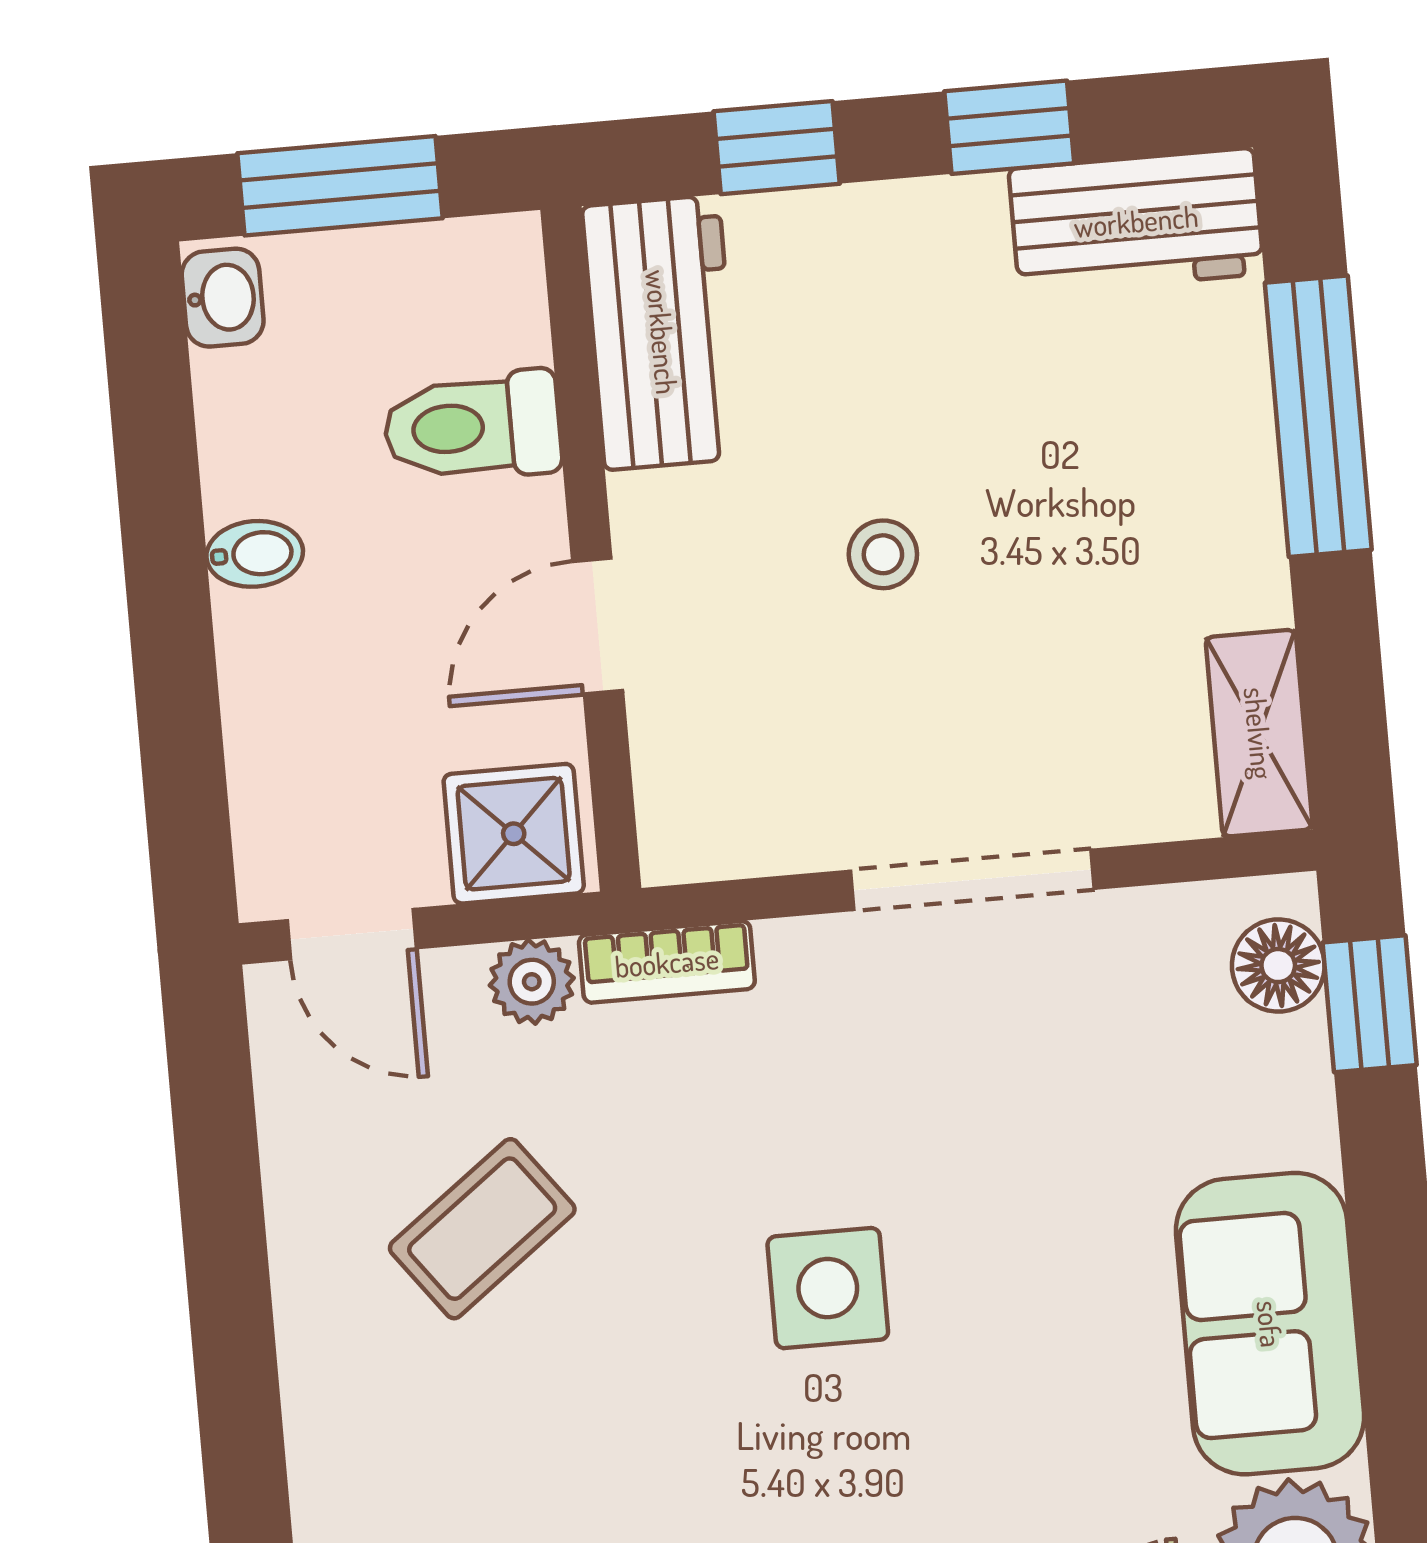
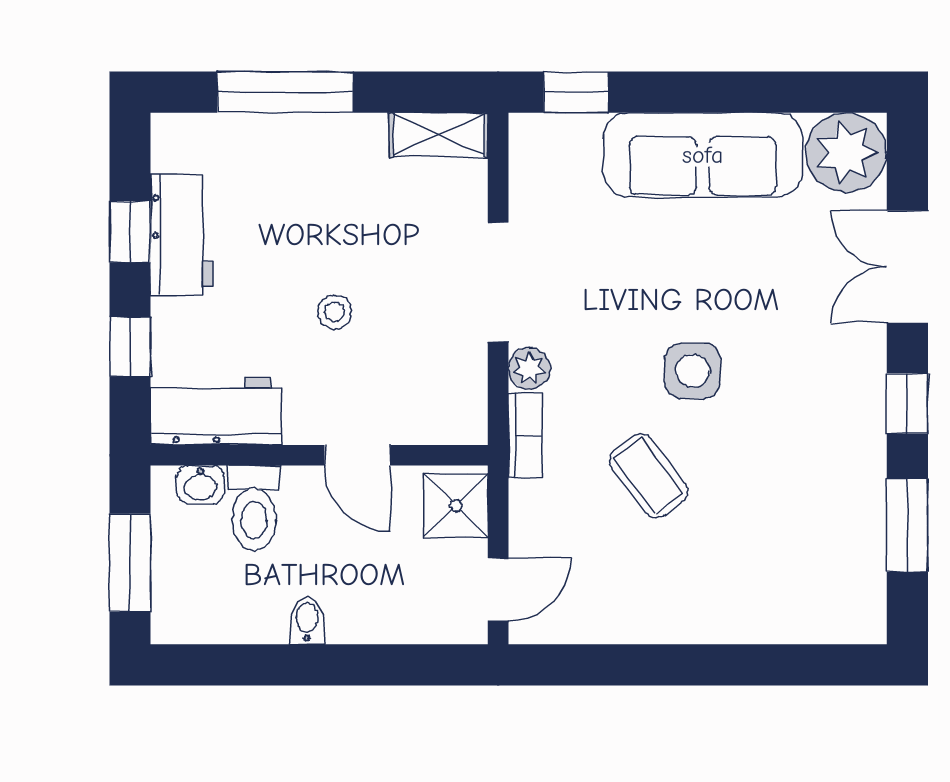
workbench: (1136, 221) -> (182, 235), moved
washbasin: (223, 298) -> (200, 485), moved, turned 180
floor lamp: (1278, 966) -> (553, 135), removed
plant: (532, 982) -> (529, 368), moved
coffee table: (482, 1229) -> (649, 476), moved
sofa: (1270, 1324) -> (703, 155), width x1.36

